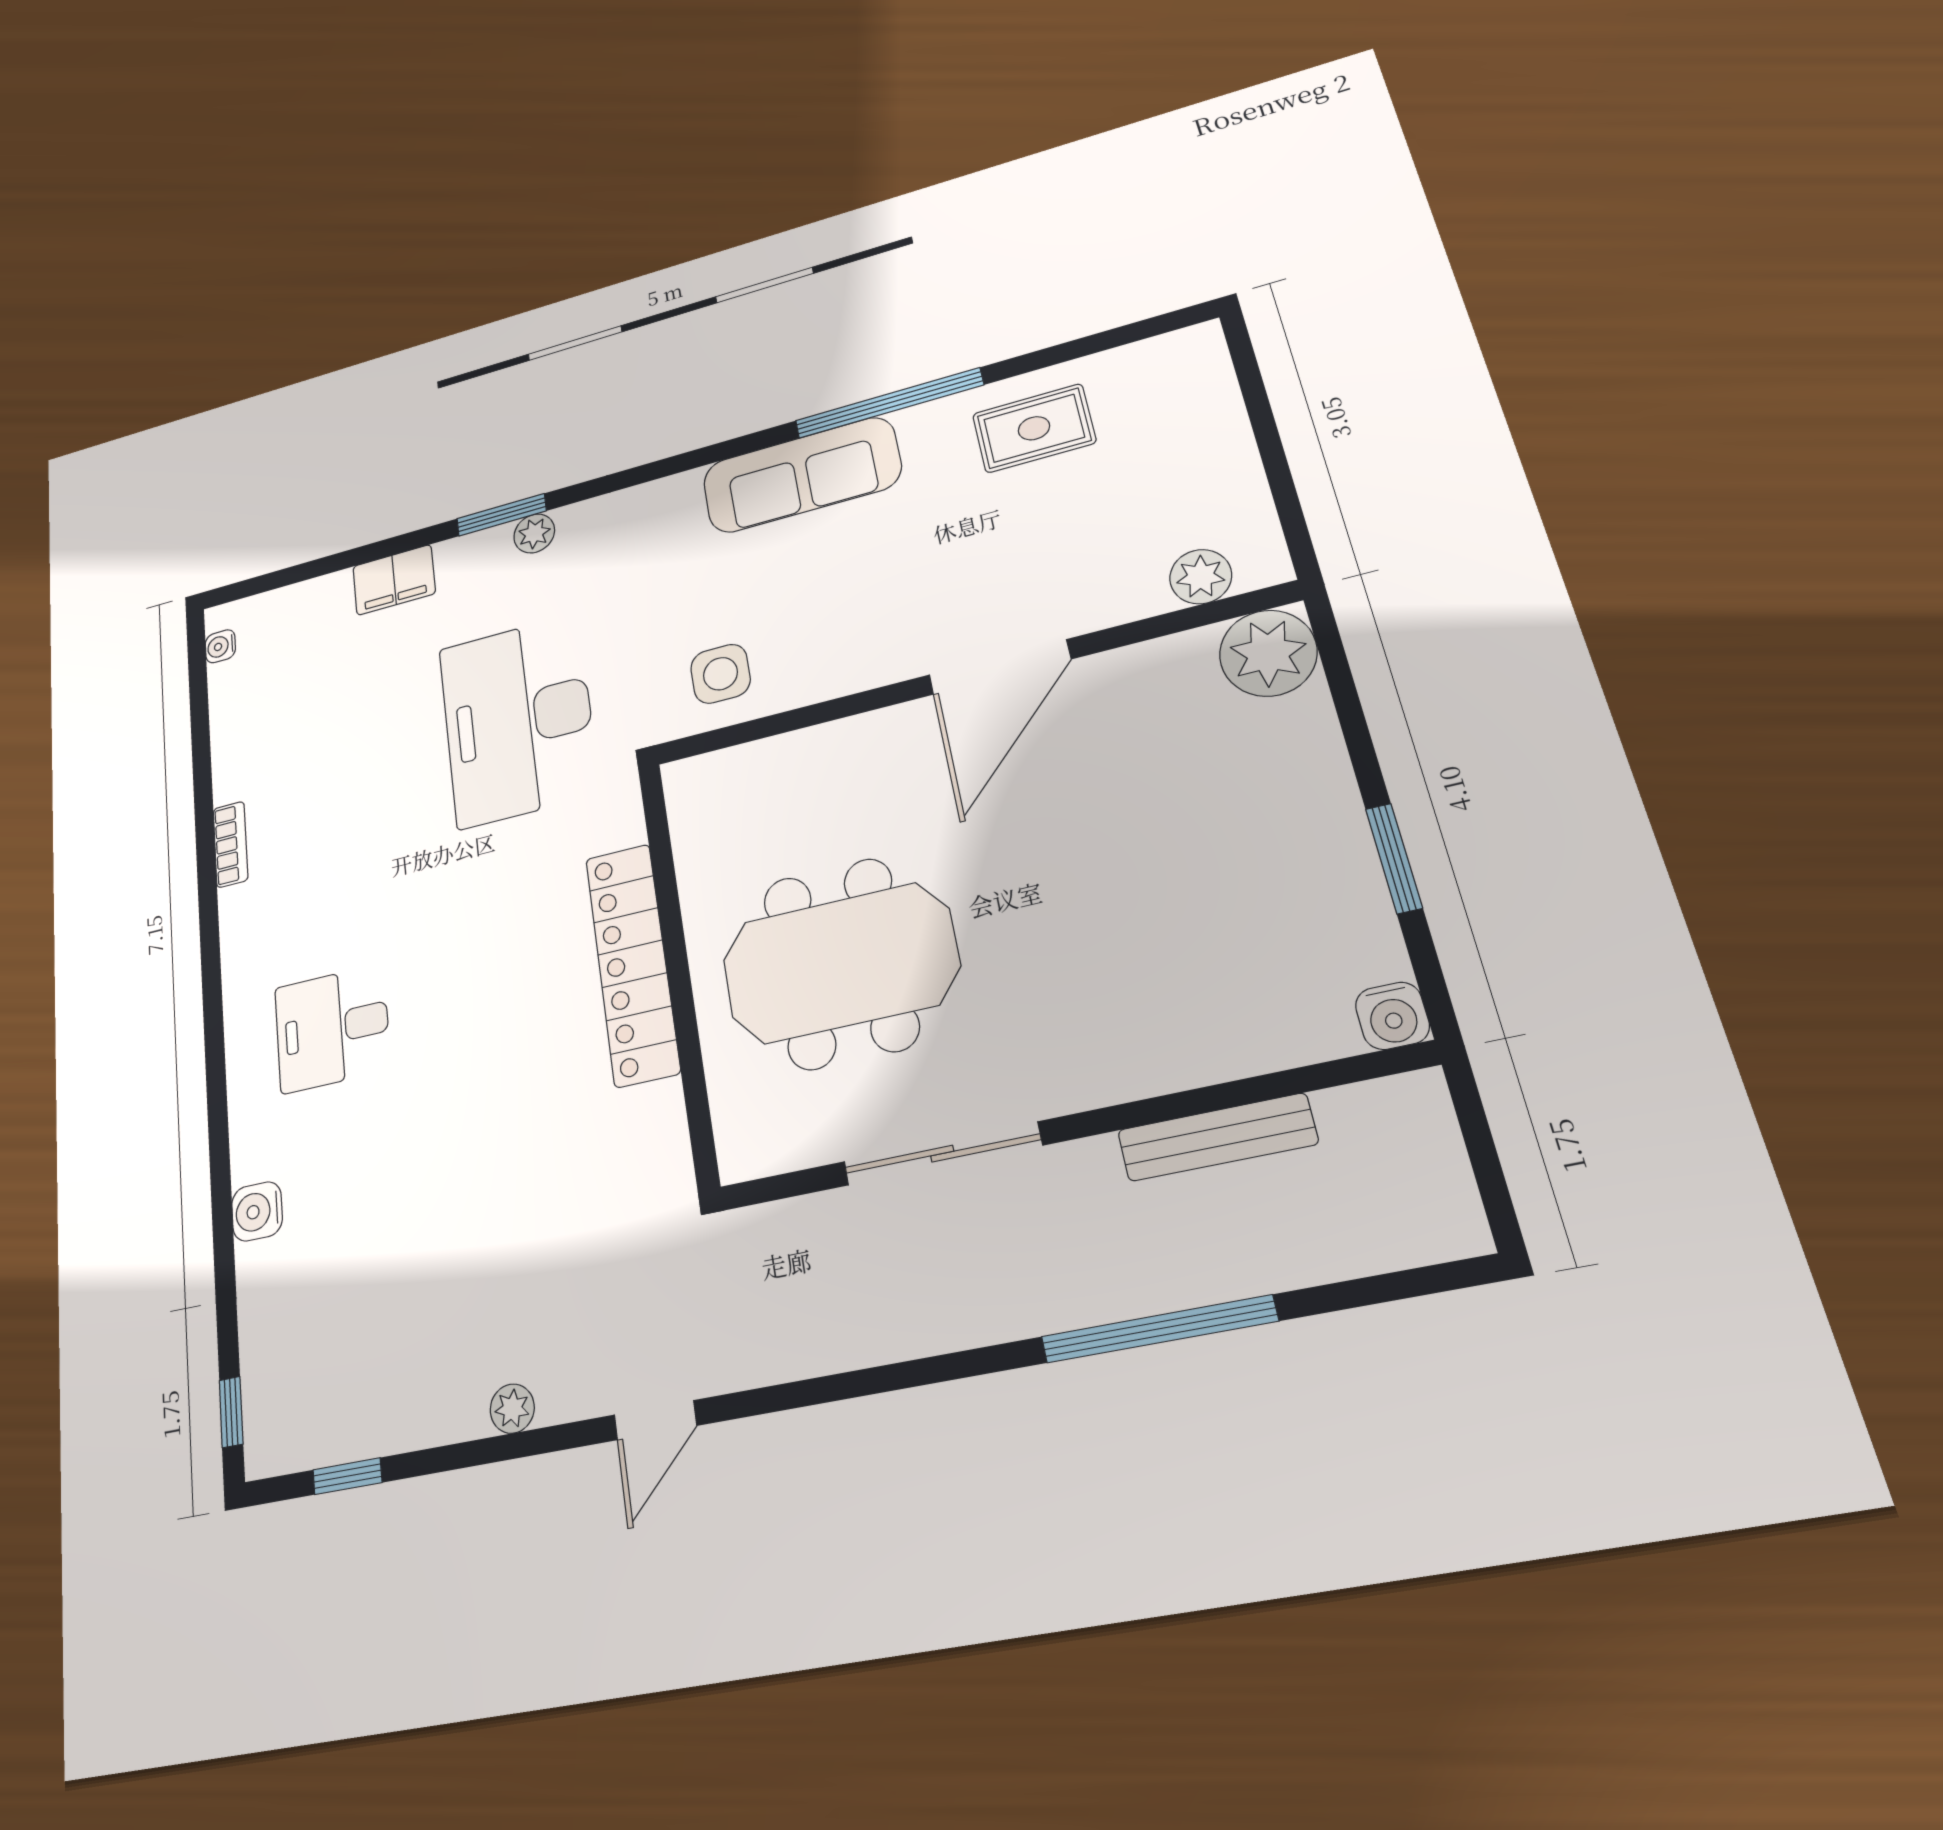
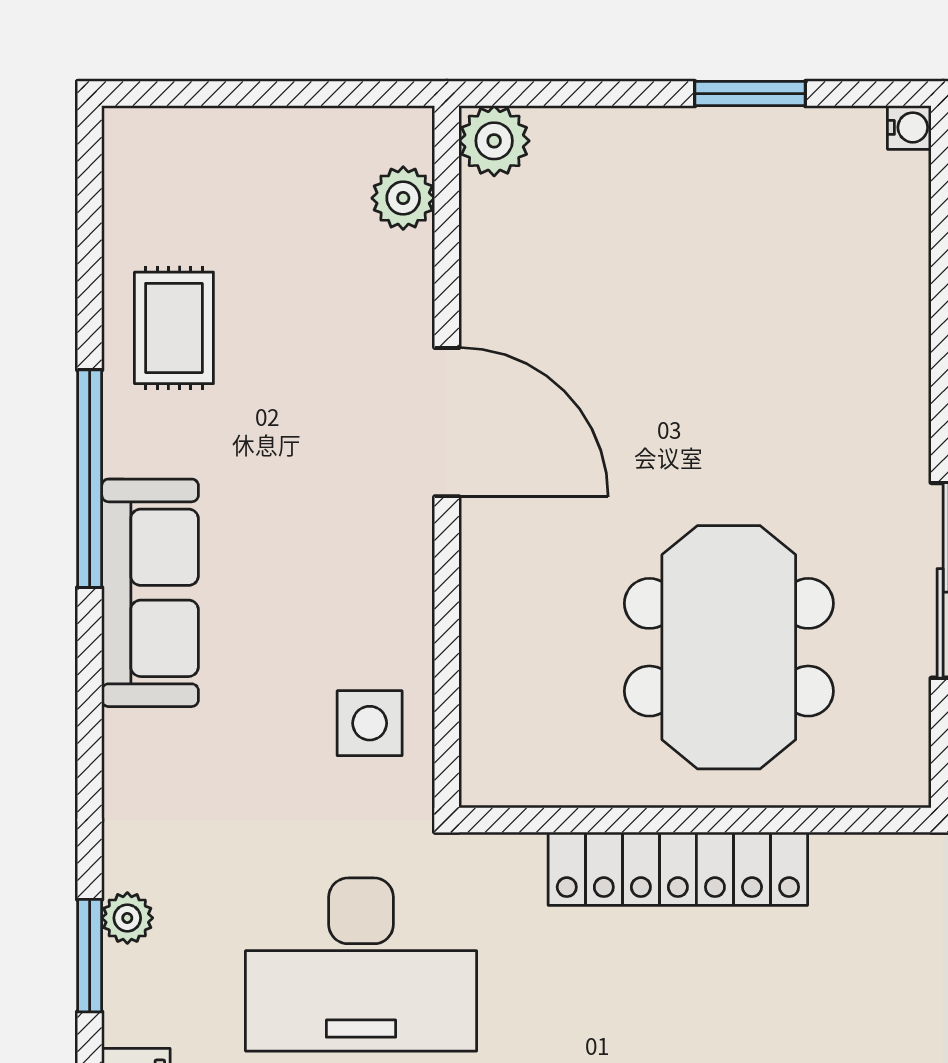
plant: (1268, 653) -> (494, 141), width x0.73, depth x0.73
water cooler: (1392, 1016) -> (909, 127), width x0.72, depth x0.72

